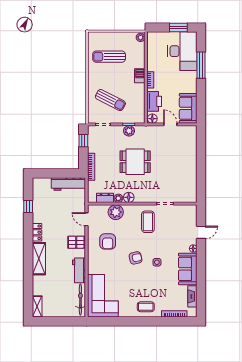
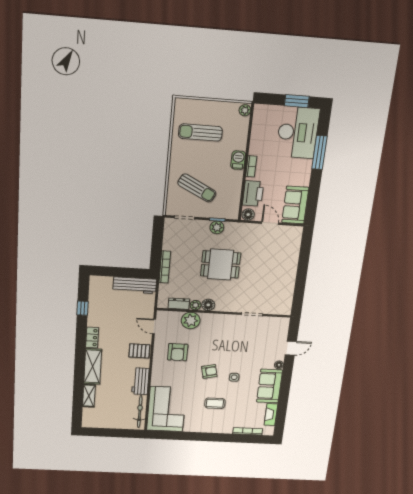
window: (83, 141) -> (158, 236), removed
coffee table: (148, 222) -> (229, 333), removed
shelving: (37, 307) -> (89, 396), moved
coffee table: (146, 307) -> (215, 403), moved

